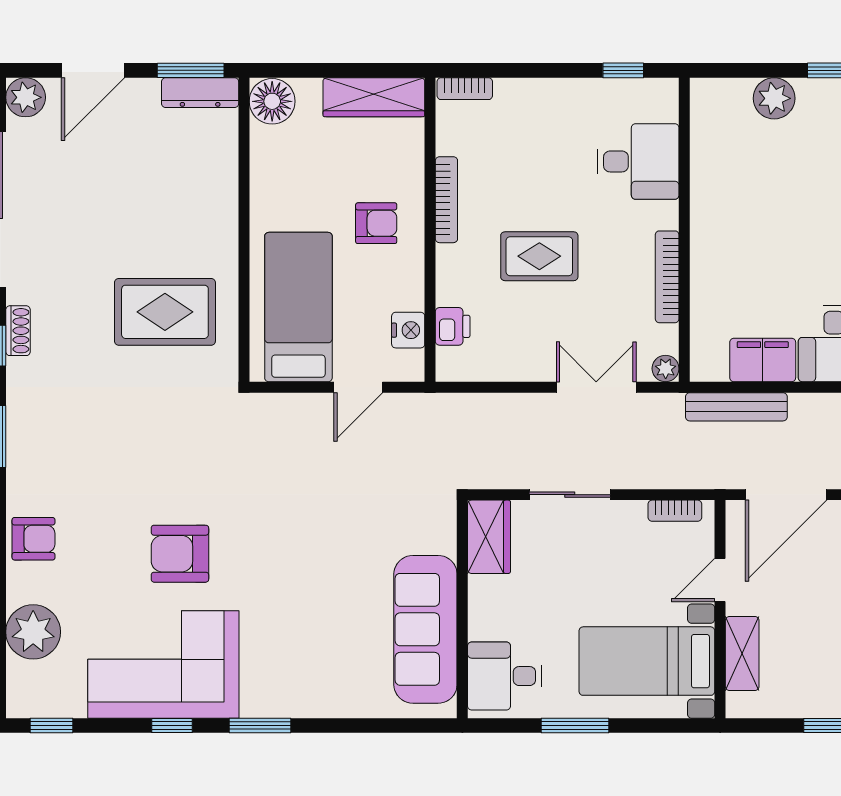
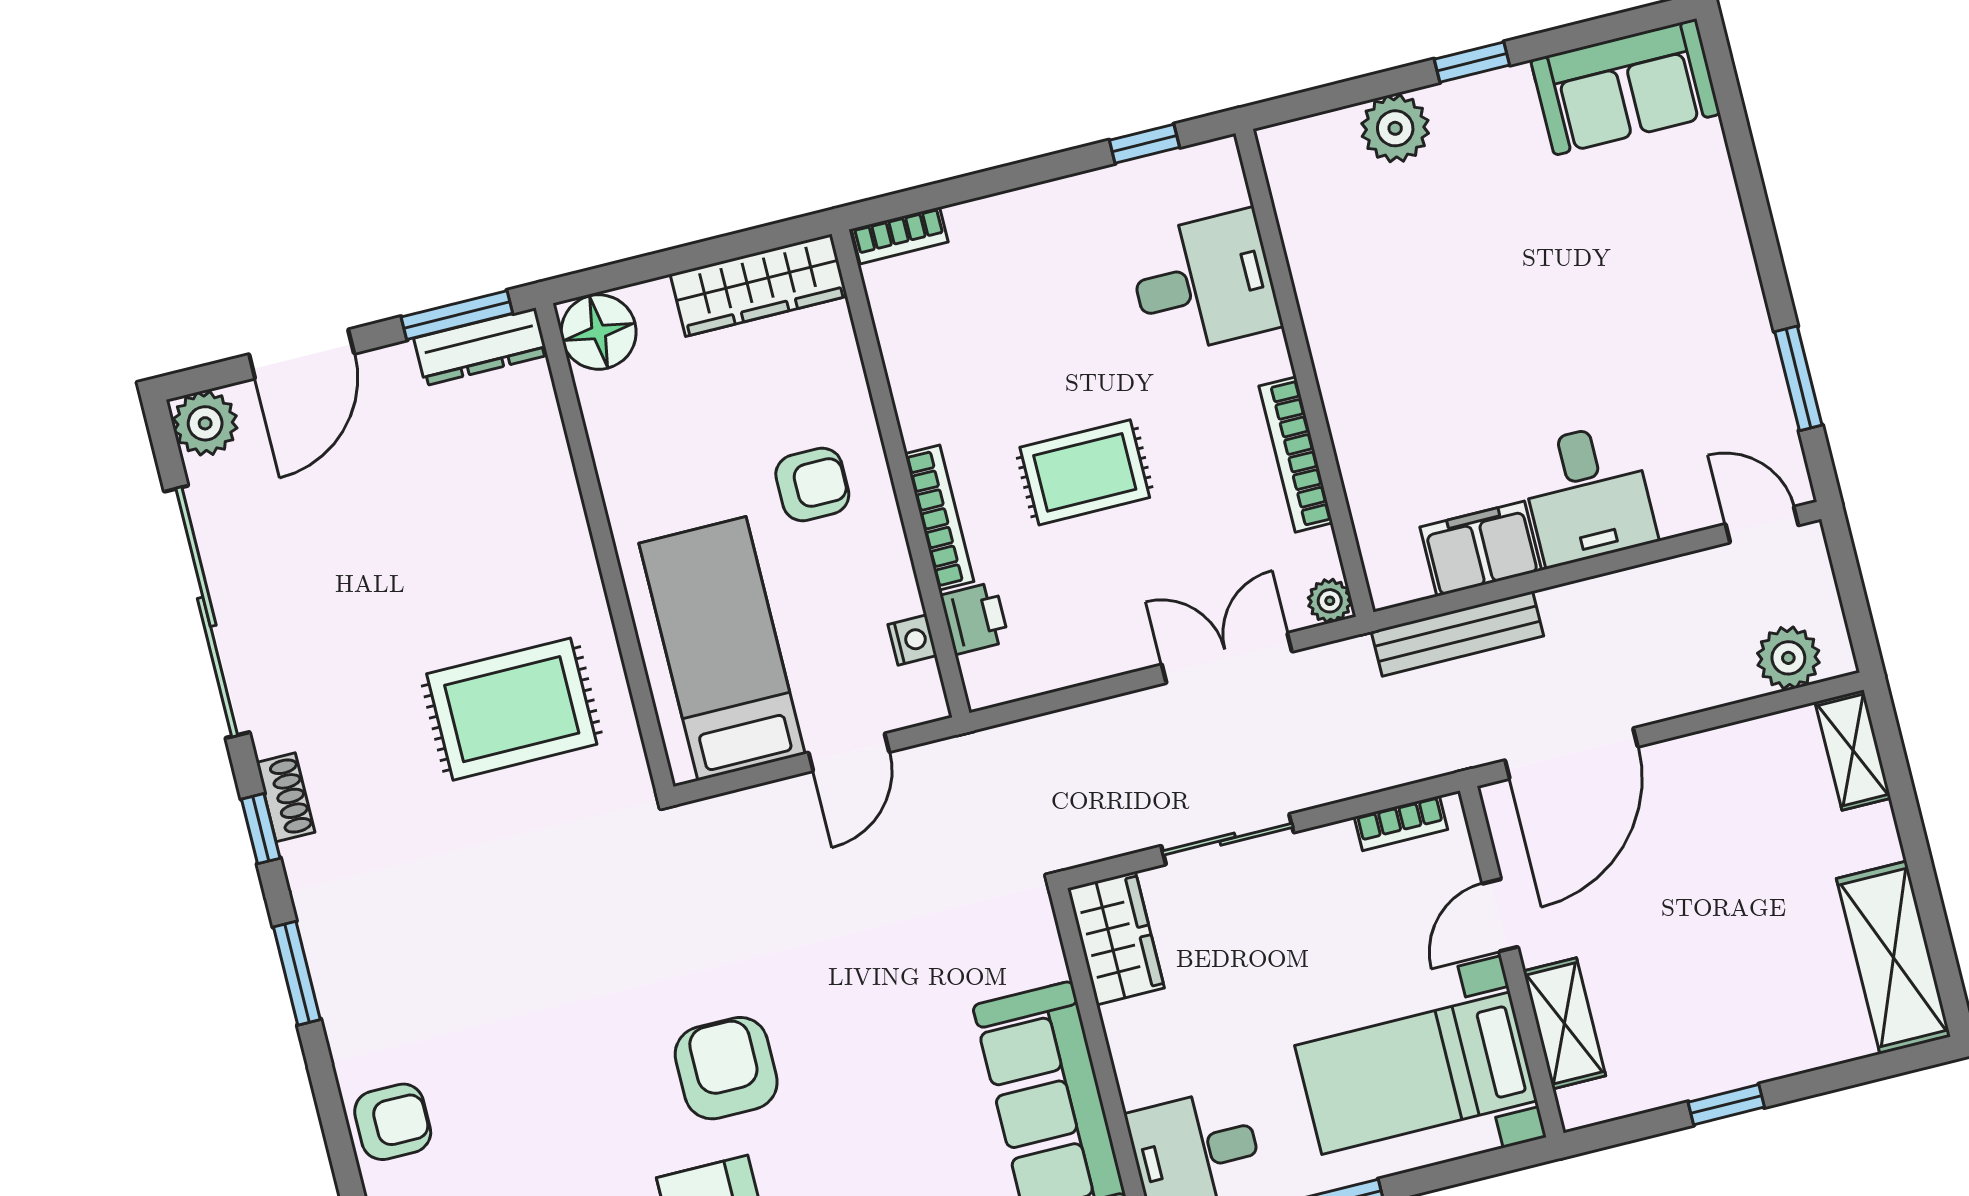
bookcase: (446, 200) -> (939, 518), moved
nightstand: (408, 330) -> (912, 640), width x0.72, depth x0.74
armchair: (180, 554) -> (726, 1068), moved, turned 90

